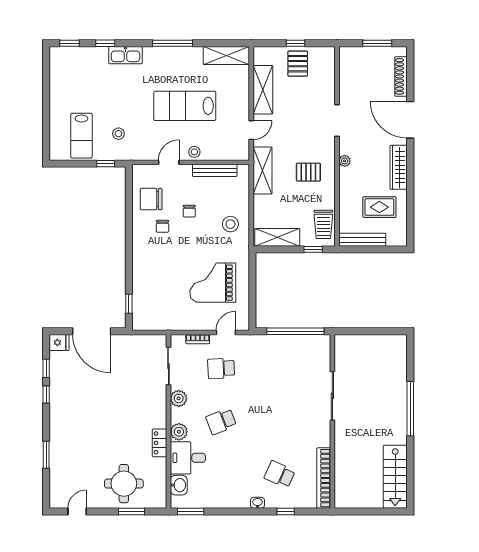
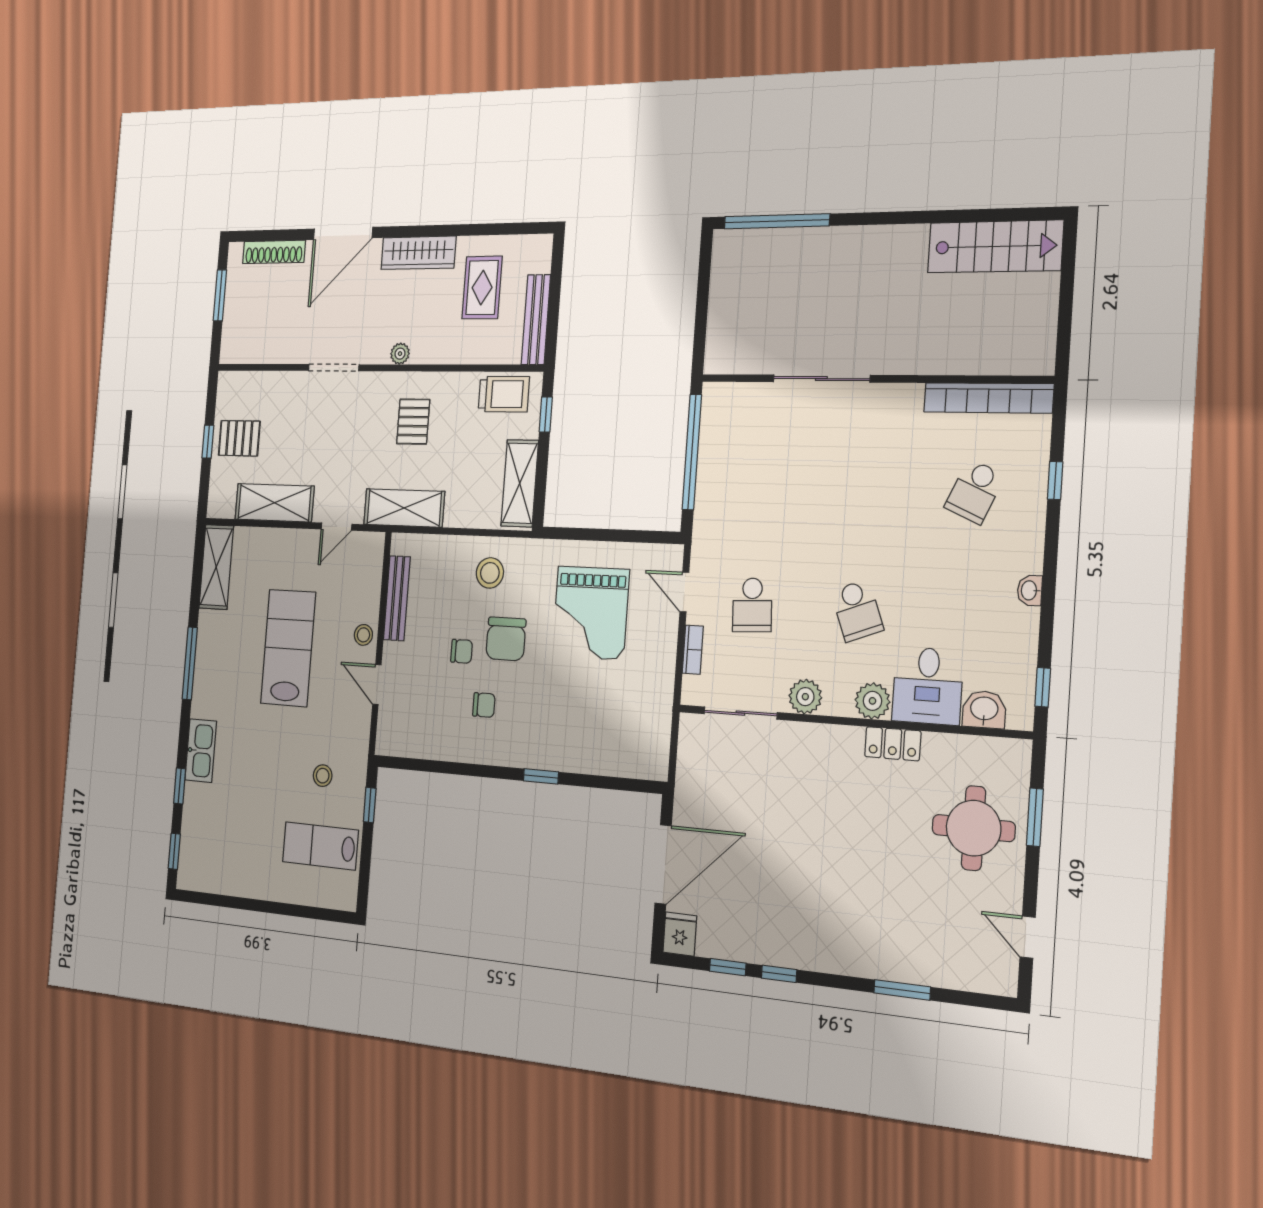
lab bench: (185, 106) -> (288, 648), turned 180
door: (251, 130) -> (336, 527), swing flipped
lab bench: (81, 136) -> (320, 846), turned 180
chair: (151, 199) -> (506, 639), moved
window: (129, 304) -> (541, 776), moved
window: (410, 409) -> (777, 221), moved
washbasin: (258, 503) -> (1030, 590), moved
window: (191, 511) -> (1043, 687), width x0.67

